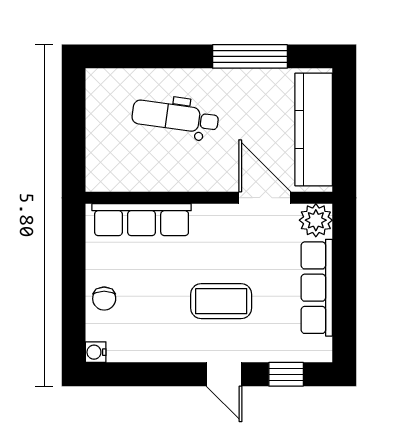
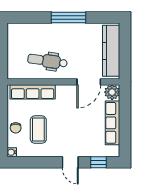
window: (250, 56) -> (68, 18), moved
dental chair: (175, 117) -> (47, 61), moved
door: (265, 198) -> (89, 82), swing flipped
coffee table: (221, 301) -> (38, 130), moved, turned 90

